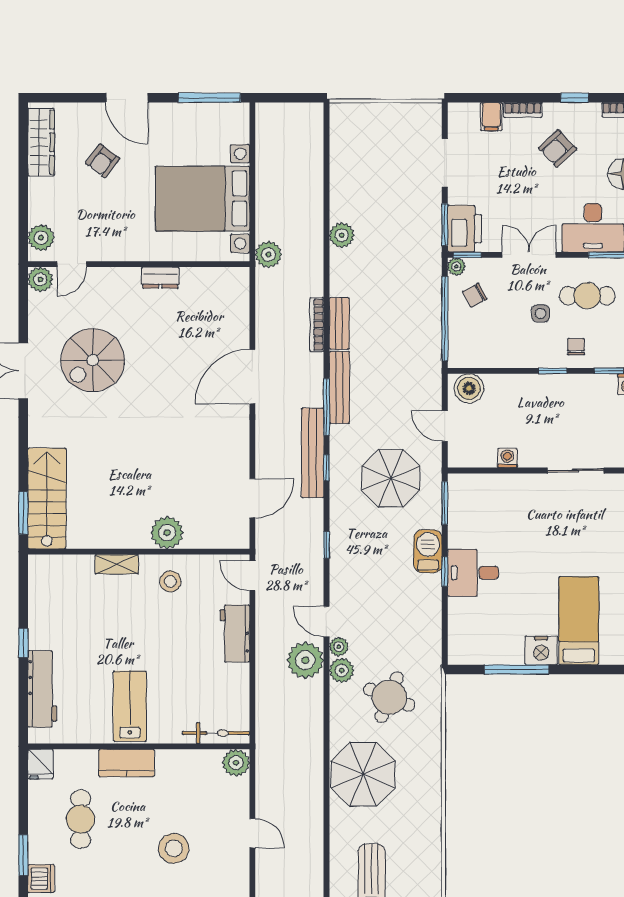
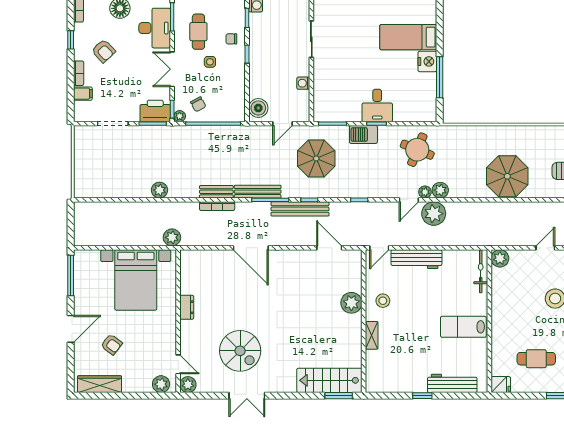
workbench: (235, 633) -> (416, 259), width x1.37
round table: (389, 697) -> (417, 150), moved
kitchen counter: (126, 763) -> (500, 329), removed

